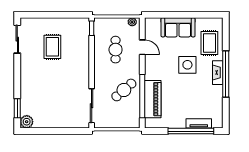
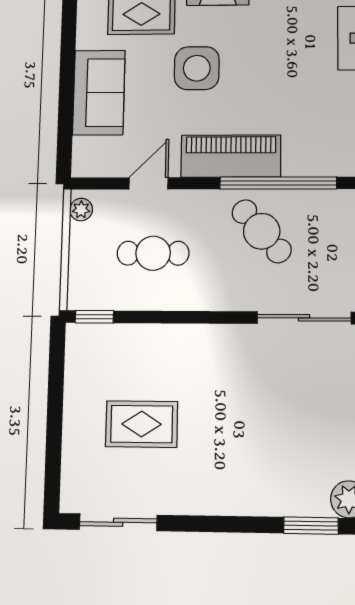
piano: (153, 99) -> (231, 156), moved

